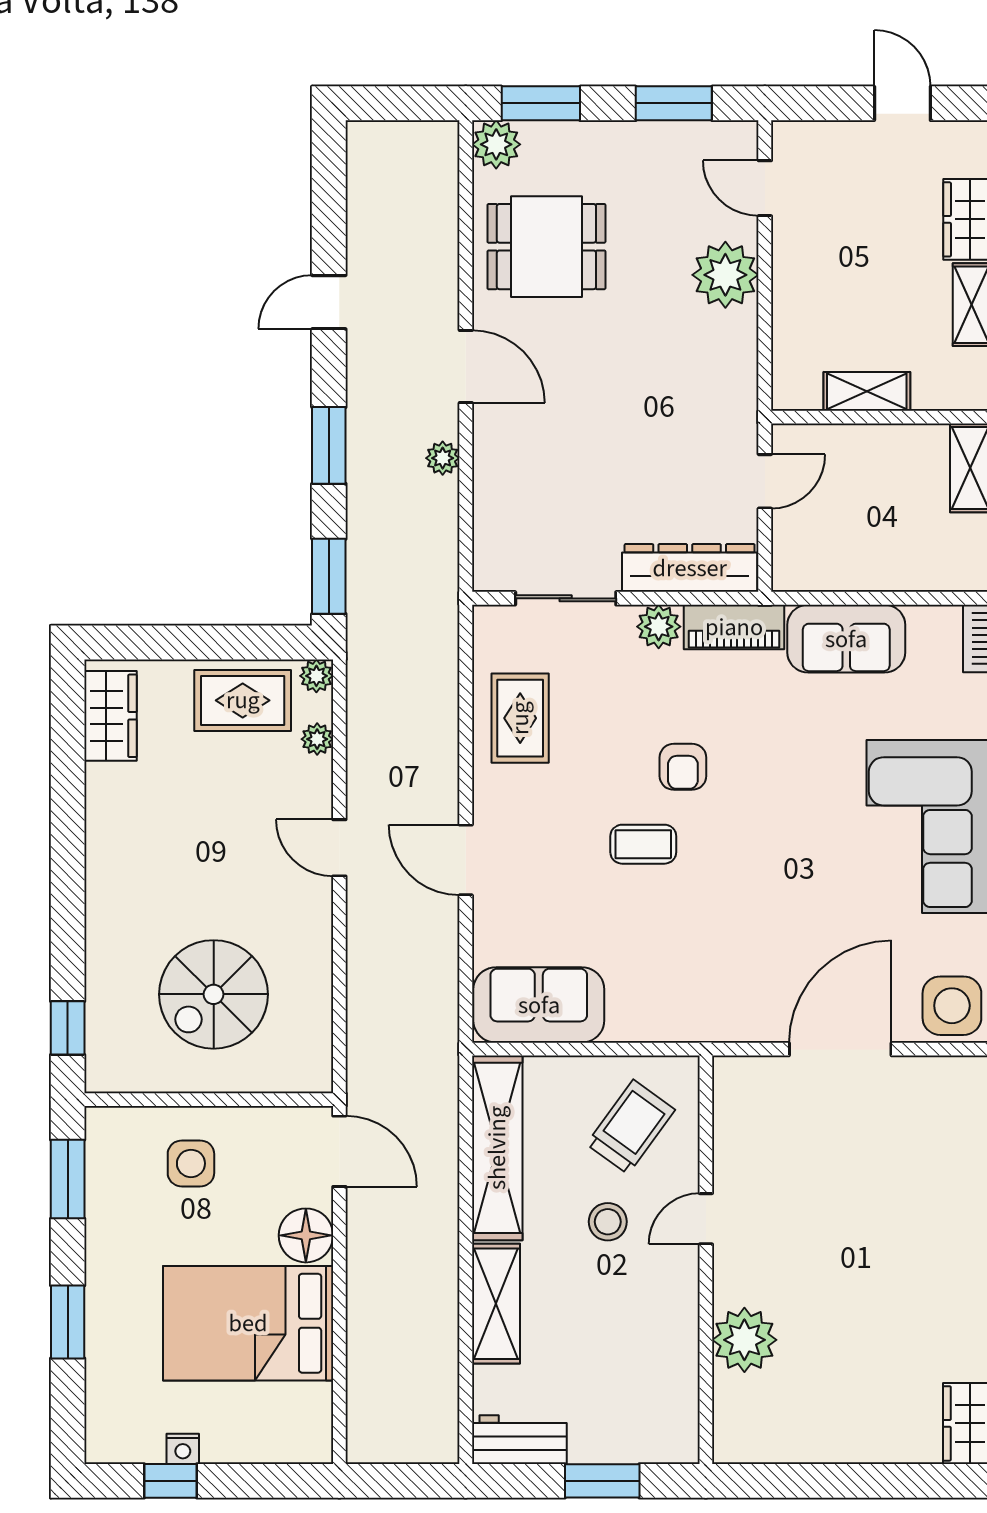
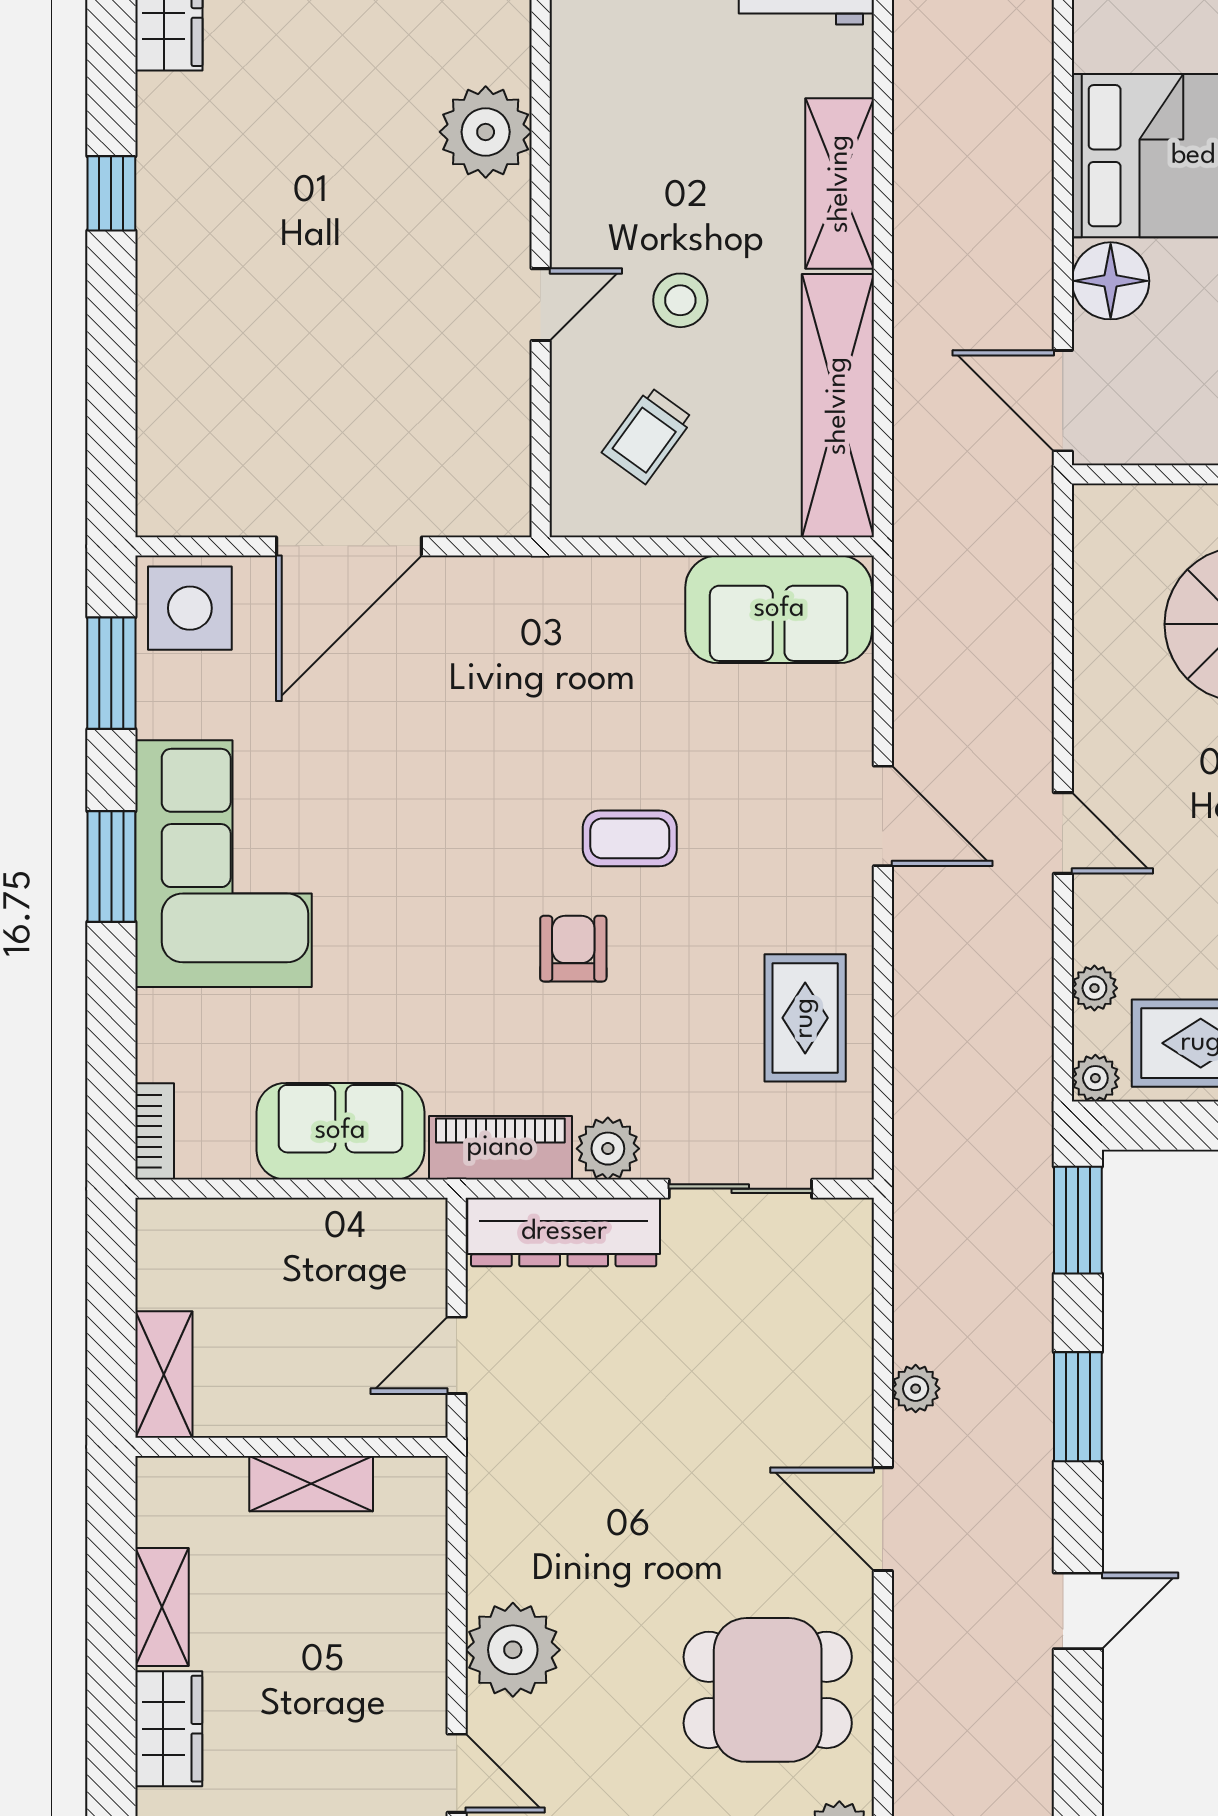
trolley: (631, 1127) -> (648, 435), width x0.73, depth x0.72

